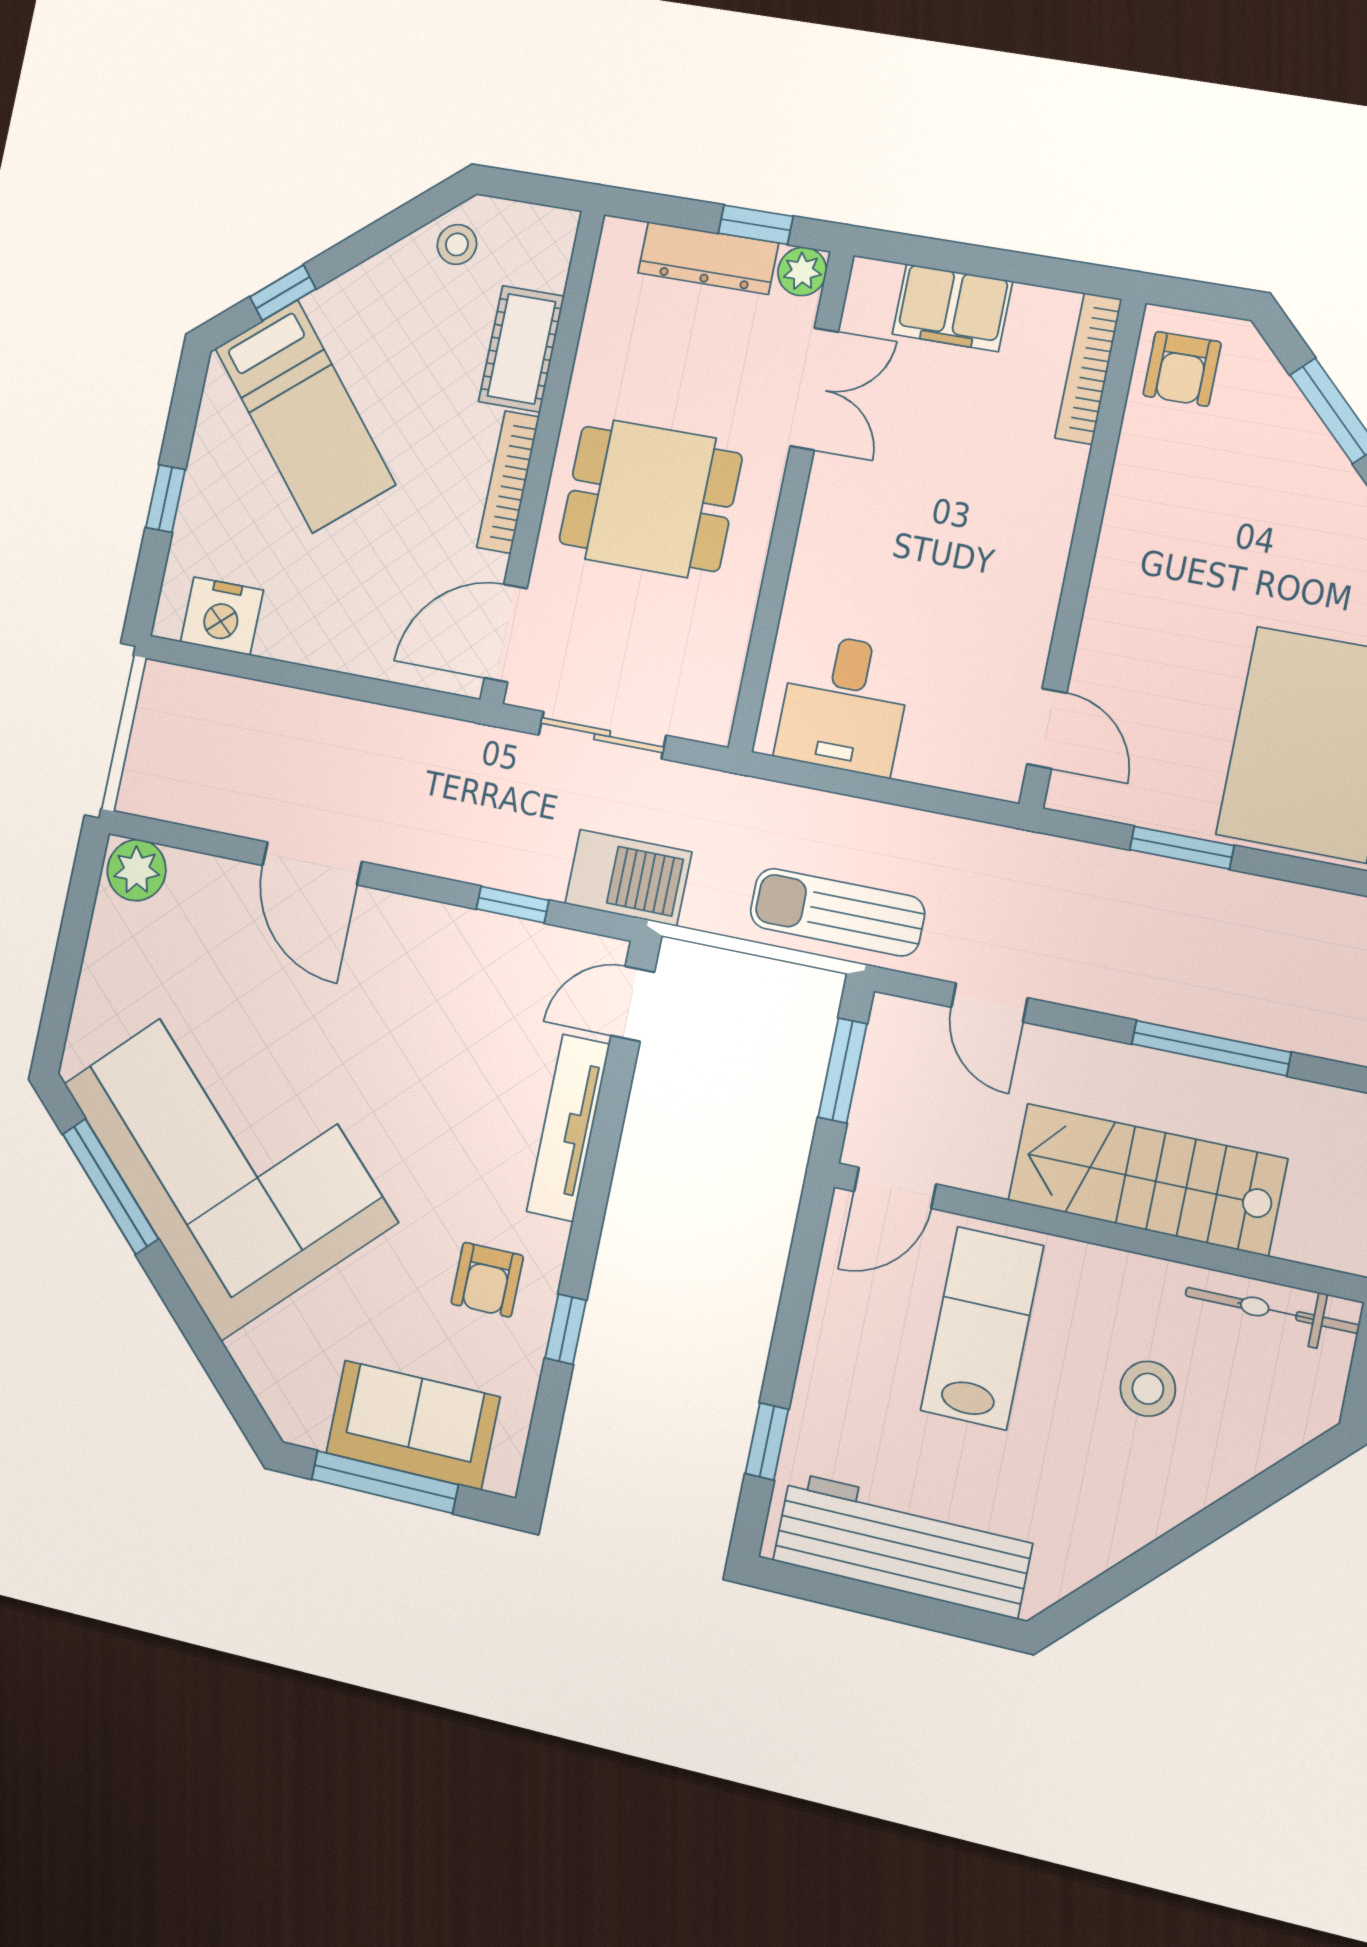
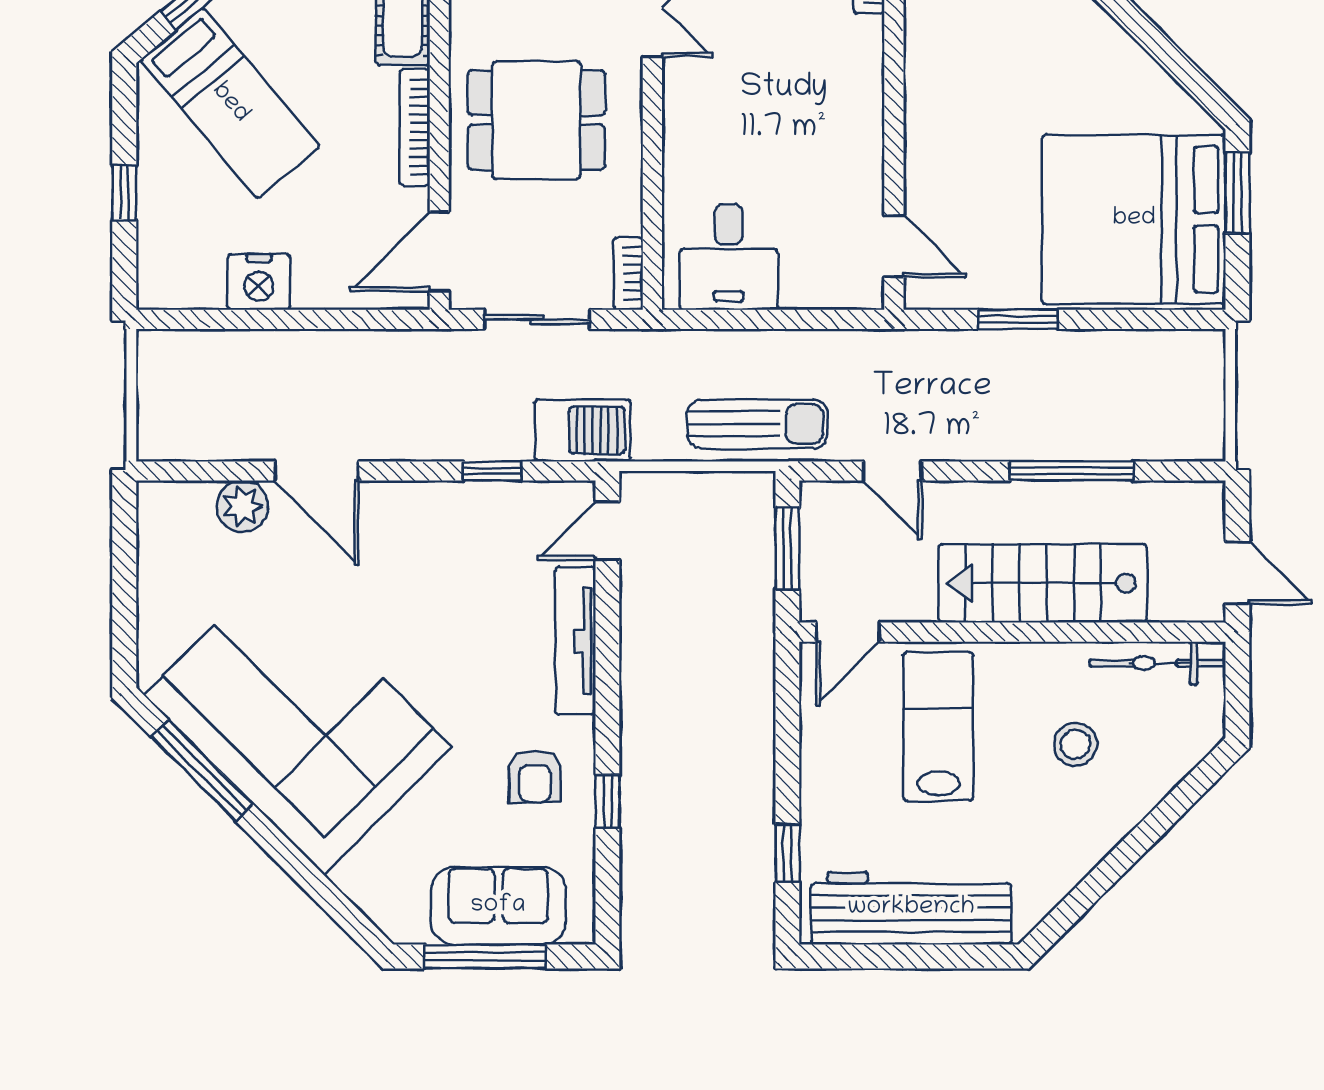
nightstand: (222, 616) -> (259, 282), moved
bookcase: (721, 701) -> (628, 273), added
plant: (137, 870) -> (242, 506), moved
sun lounger: (837, 912) -> (757, 424), turned 180

